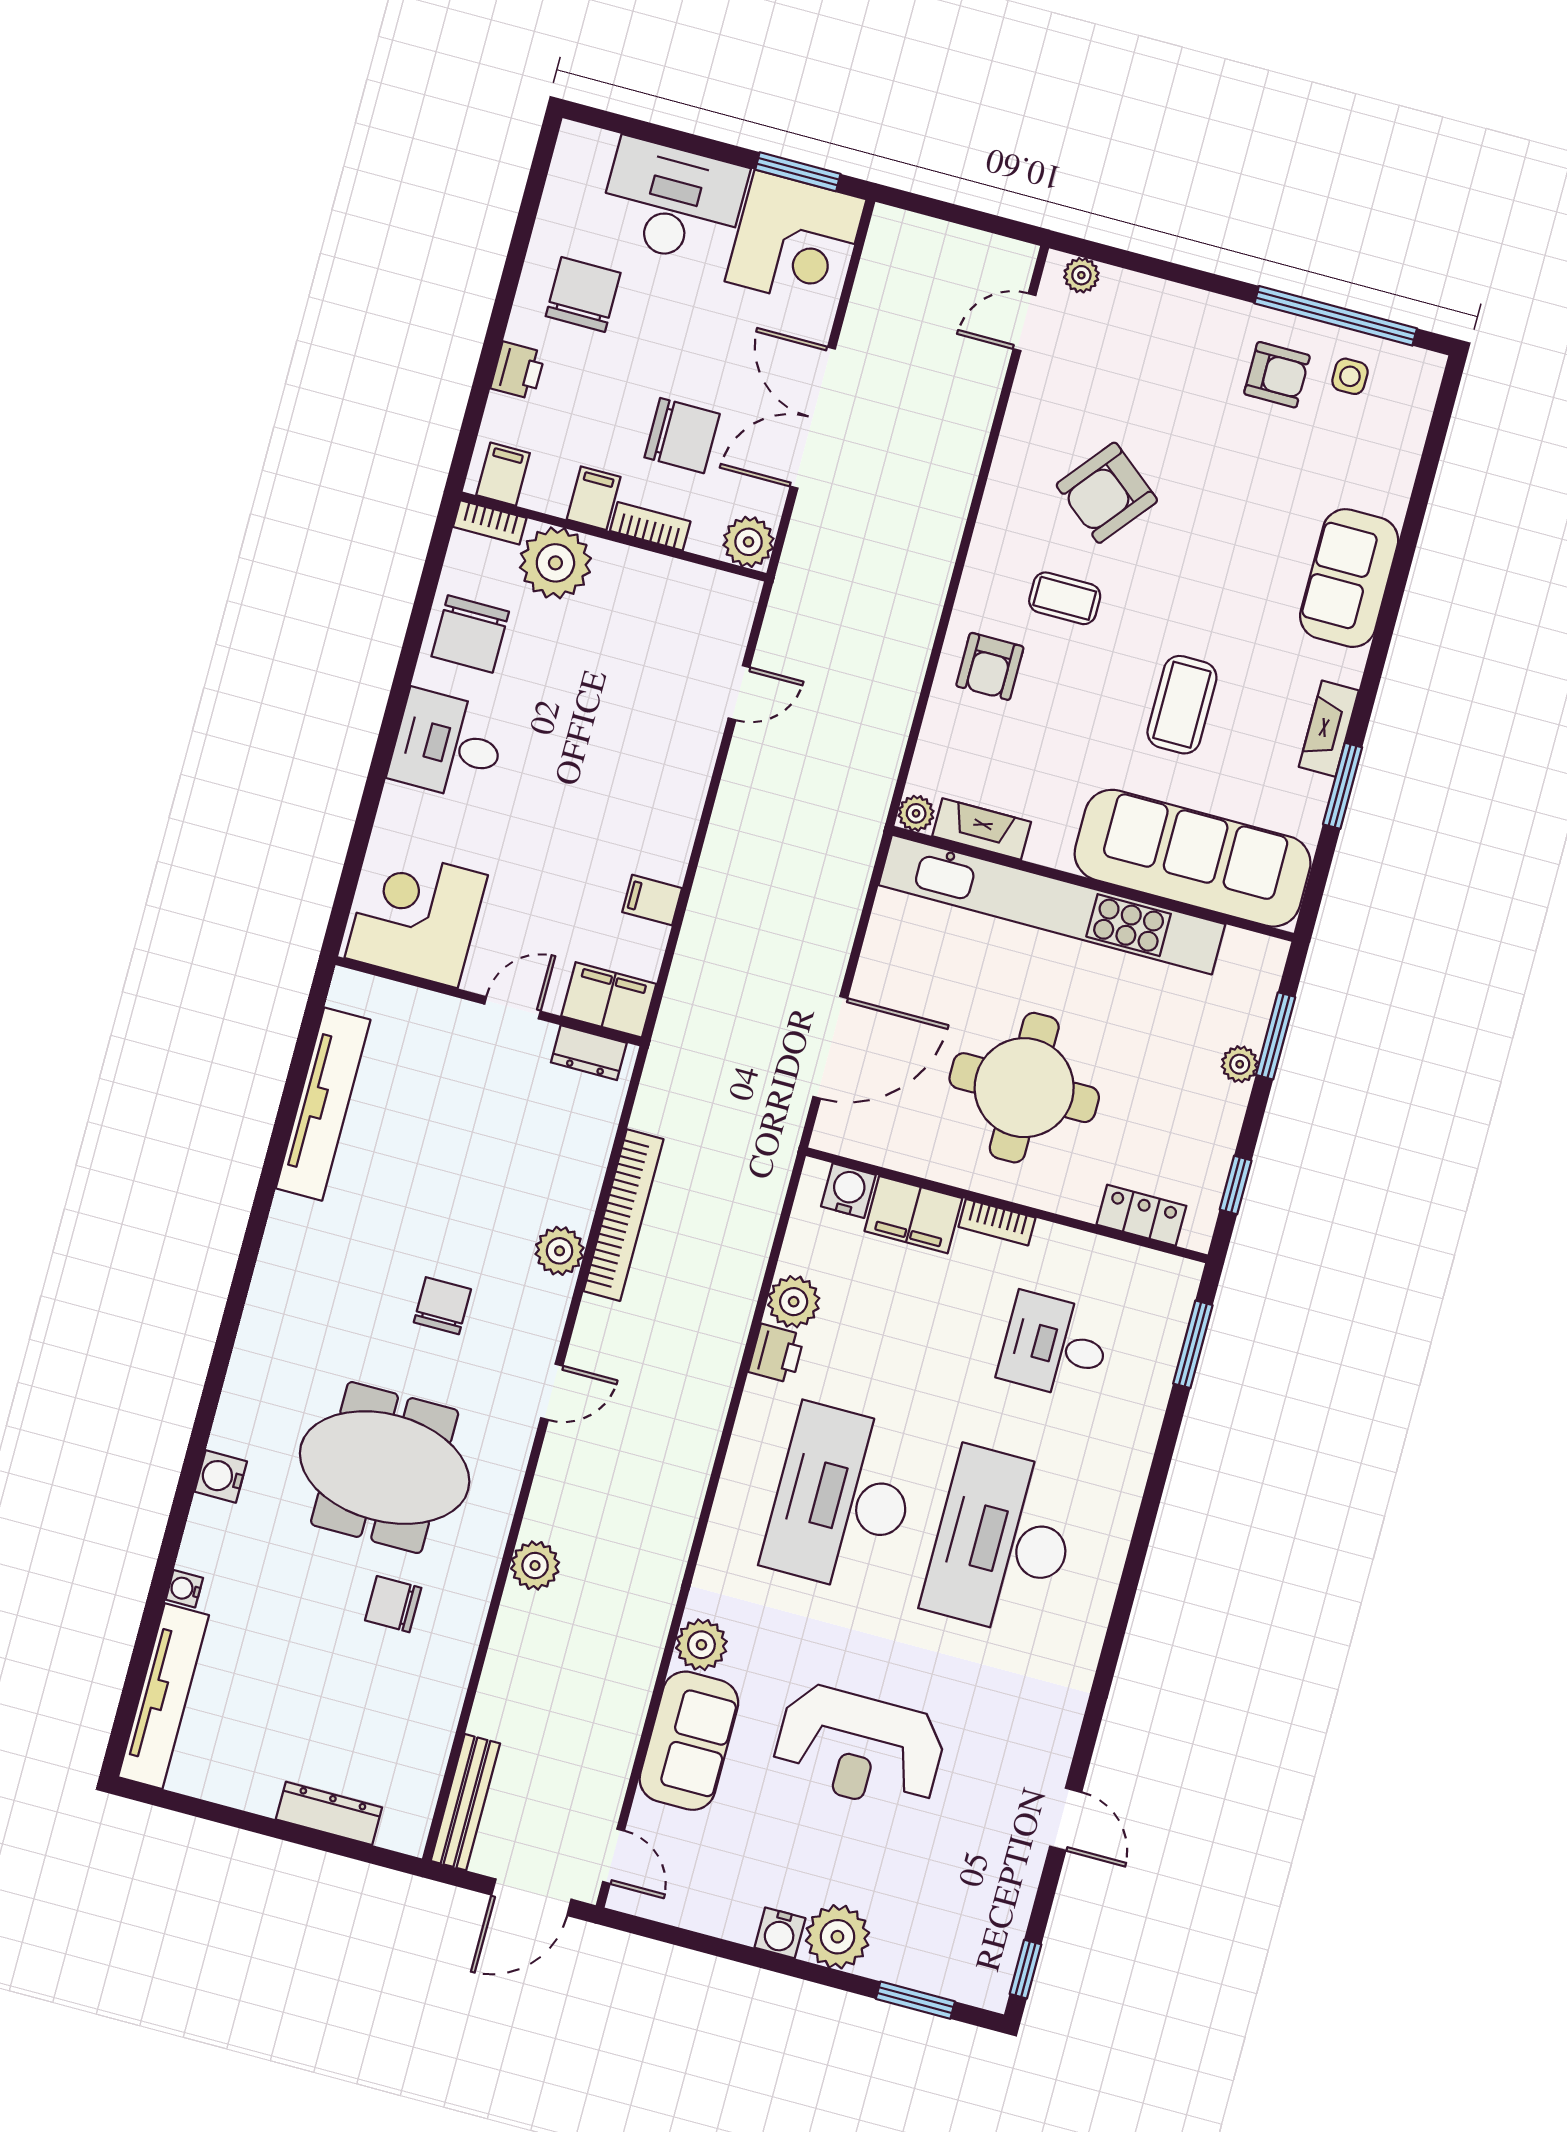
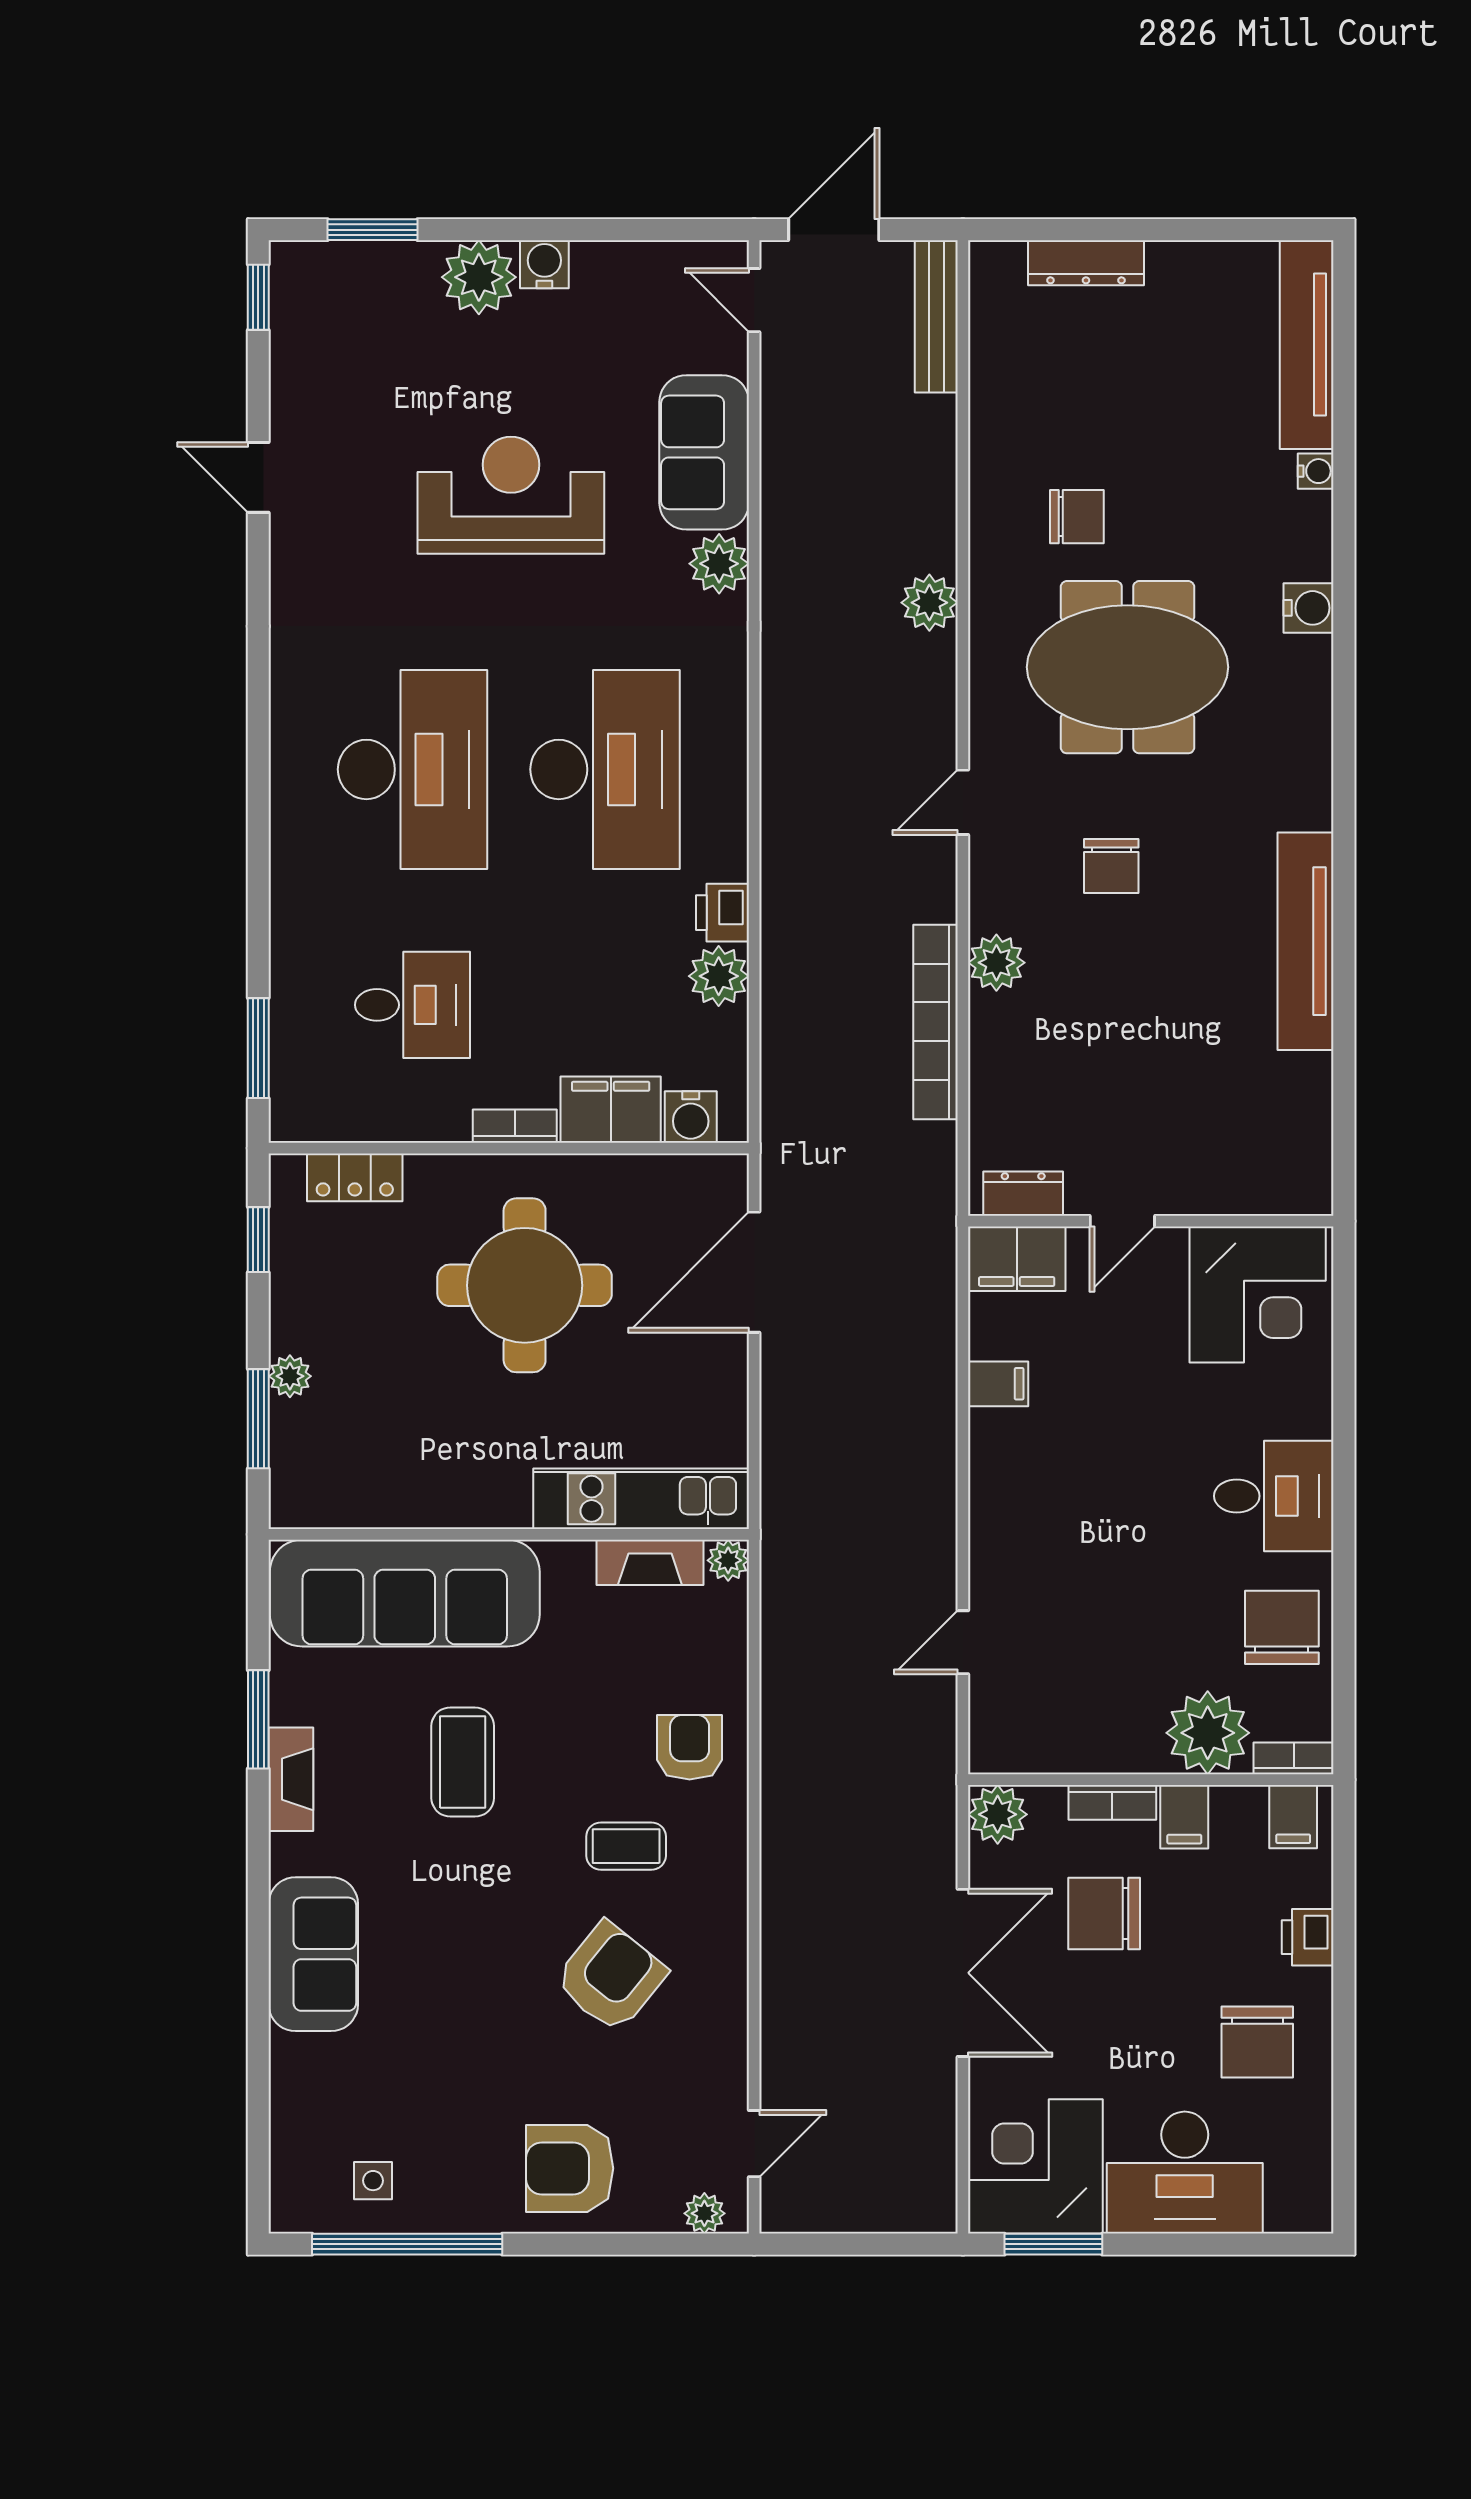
armchair: (1277, 375) -> (570, 2168), moved, width x1.38, depth x1.38
kitchen unit: (1052, 905) -> (641, 1499), width x0.54
tv unit: (323, 1104) -> (1306, 941), moved

